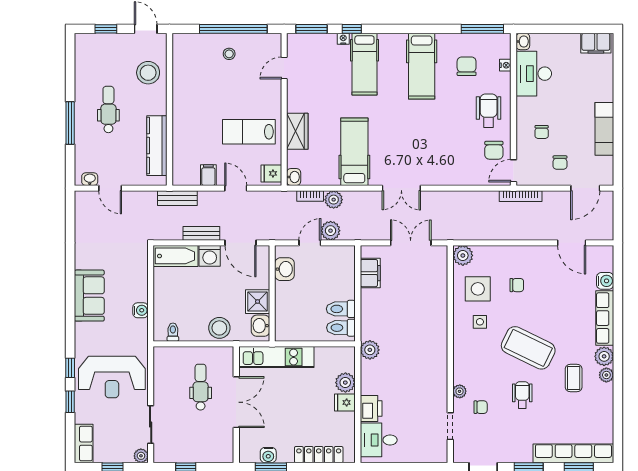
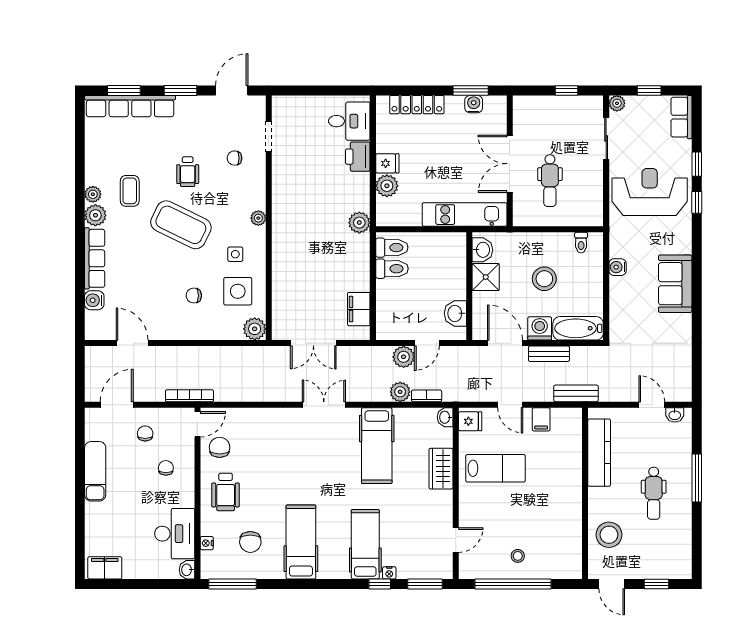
stool: (219, 328) -> (544, 279), moved
plant: (460, 391) -> (258, 218), moved

